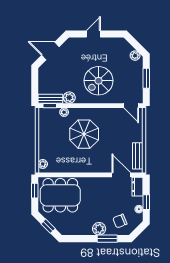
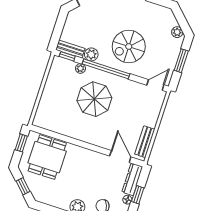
window: (86, 106) -> (106, 69), added
door: (131, 106) -> (155, 85), swing flipped
plant: (43, 164) -> (39, 117), removed
dresser: (137, 187) -> (132, 179), width x1.44
dining table: (60, 195) -> (47, 157), width x0.73

